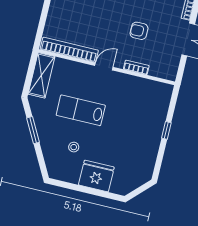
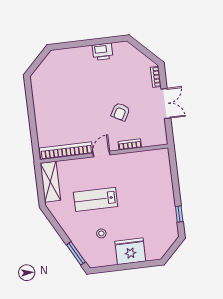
armchair: (139, 31) -> (120, 112), turned -61
window: (33, 130) -> (76, 253), moved
window: (166, 130) -> (179, 214), moved

